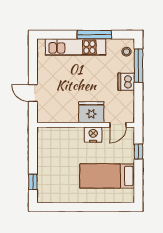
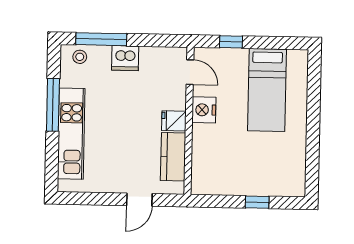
fridge: (91, 112) -> (174, 121), width x0.53, depth x0.75
kitchen counter: (62, 115) -> (173, 157), added
window: (33, 182) -> (257, 202), moved

